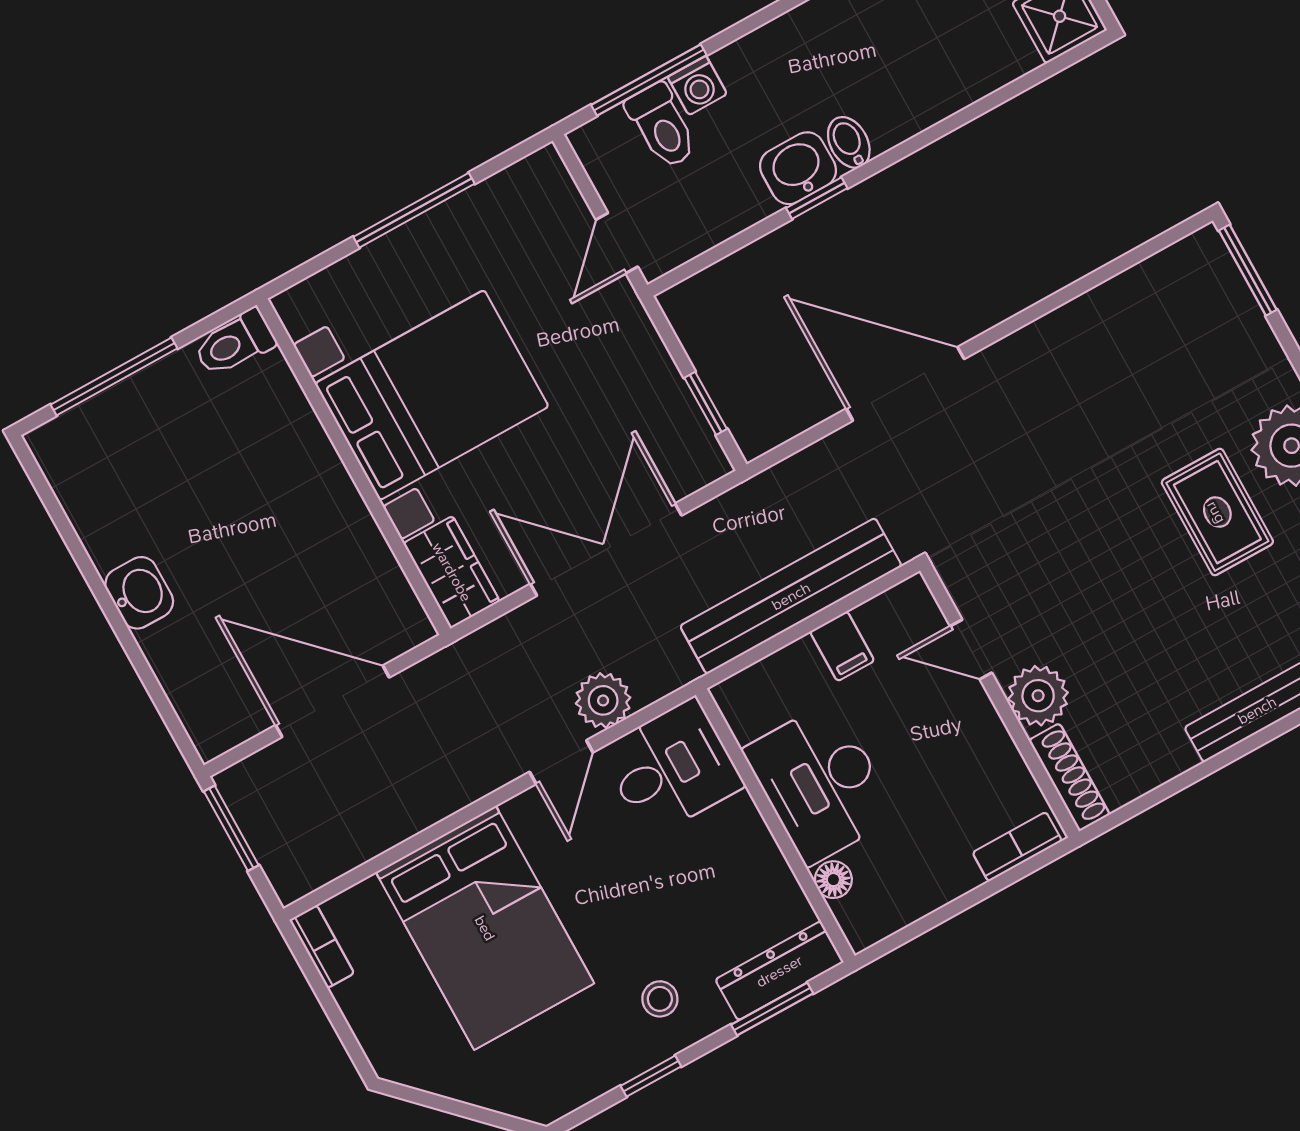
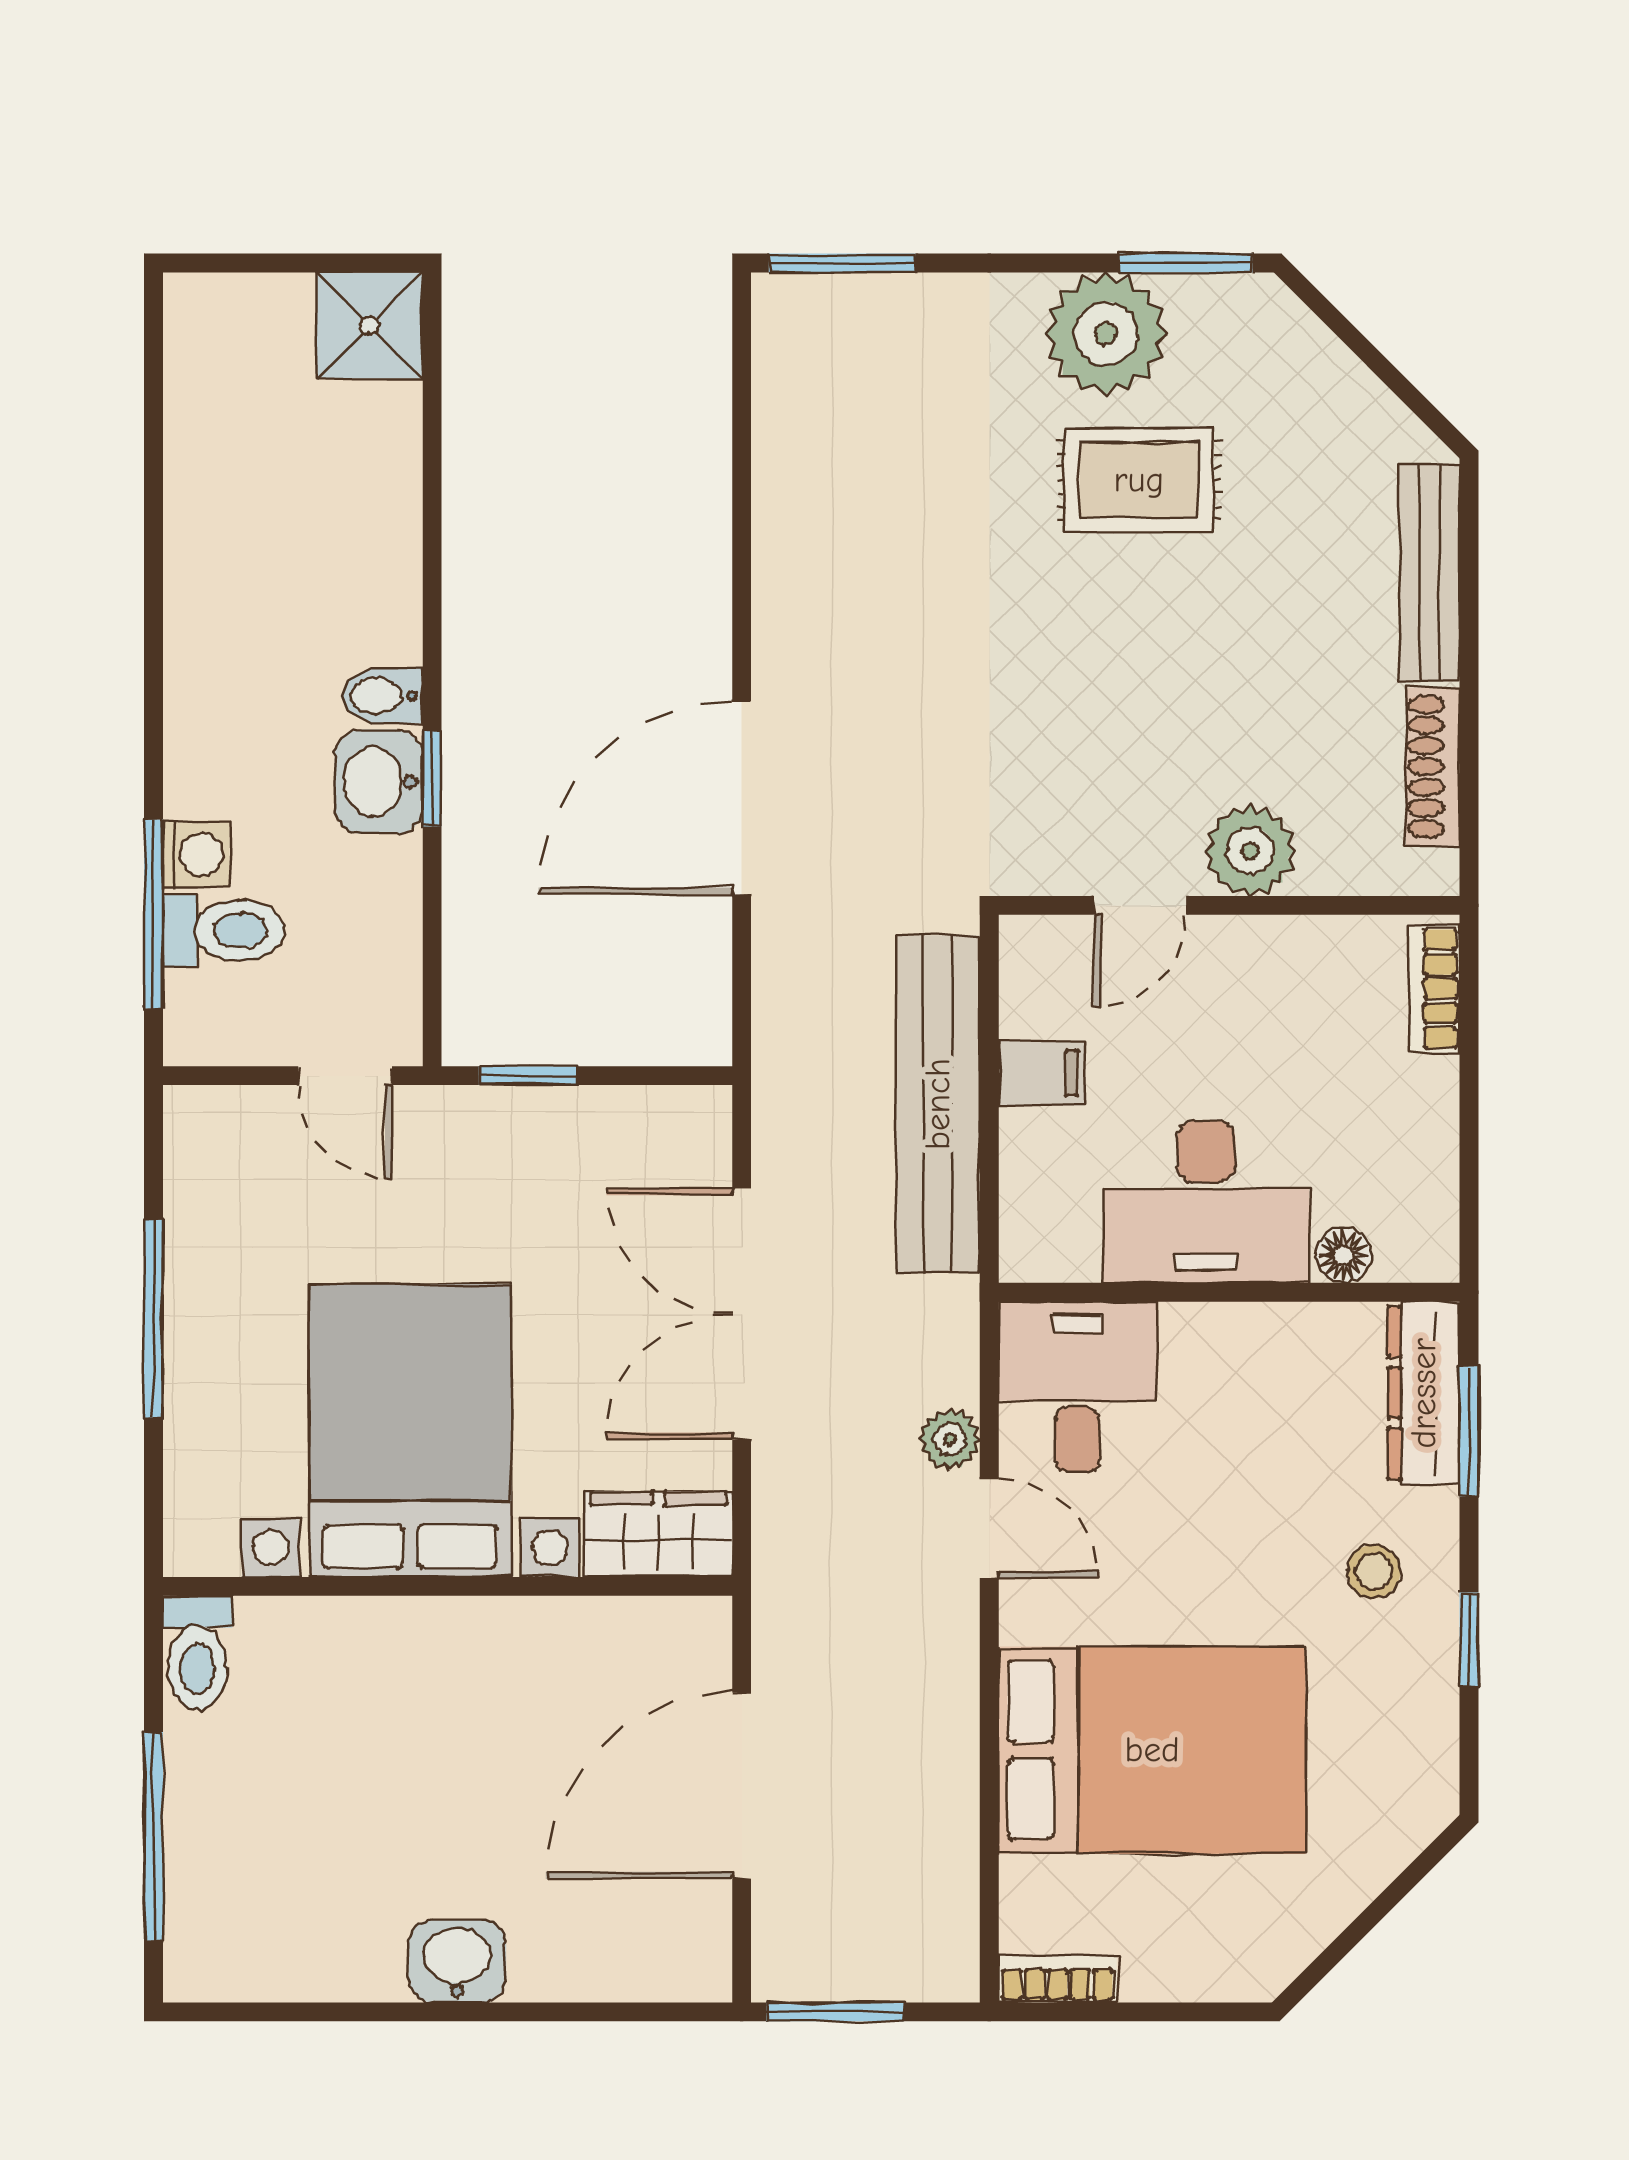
window: (706, 403) -> (528, 1076), moved
plant: (603, 700) -> (950, 1439), width x0.73, depth x0.73
shoe rack: (1069, 777) -> (1433, 767), moved, turned -90

